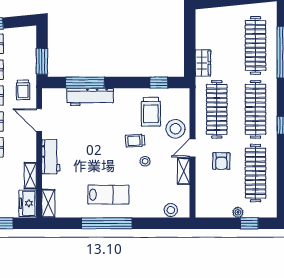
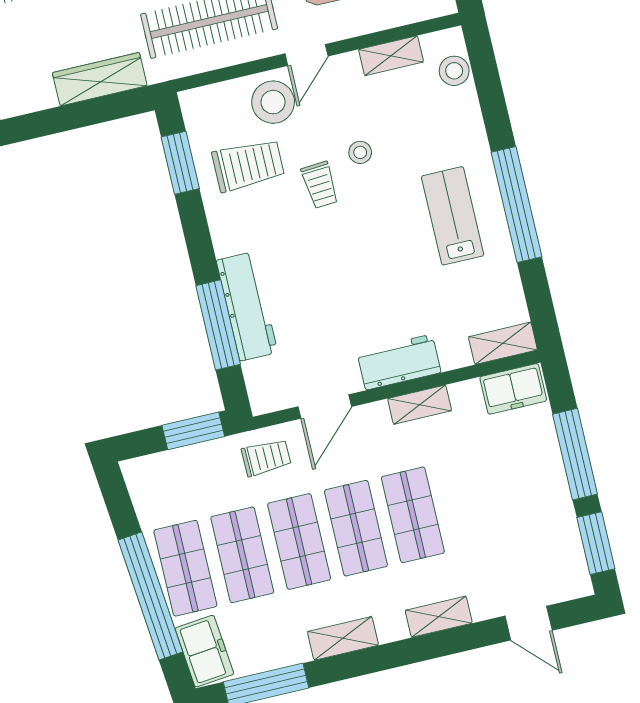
wardrobe: (203, 63) -> (100, 79), width x1.50
window: (159, 83) -> (180, 163), width x1.50
door: (192, 148) -> (306, 55), hinge flipped
shelving: (184, 171) -> (391, 56), moved
shelving: (30, 176) -> (420, 405), moved

